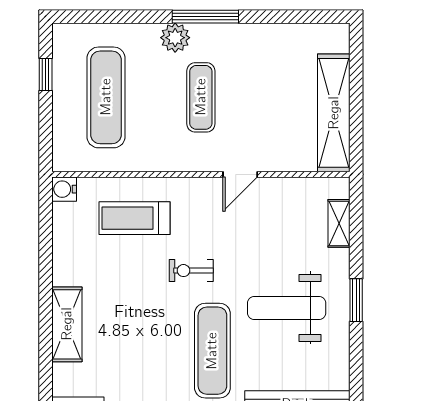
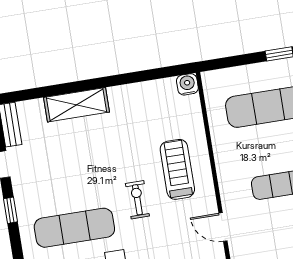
treadmill: (135, 218) -> (177, 169), moved

